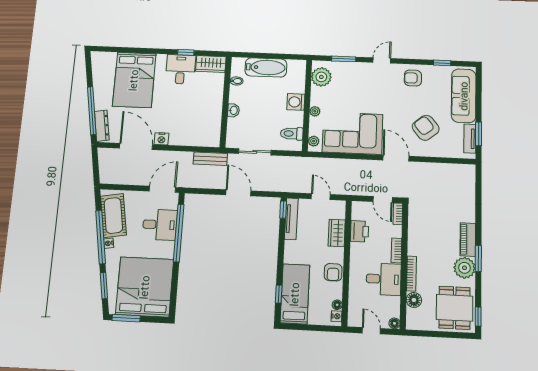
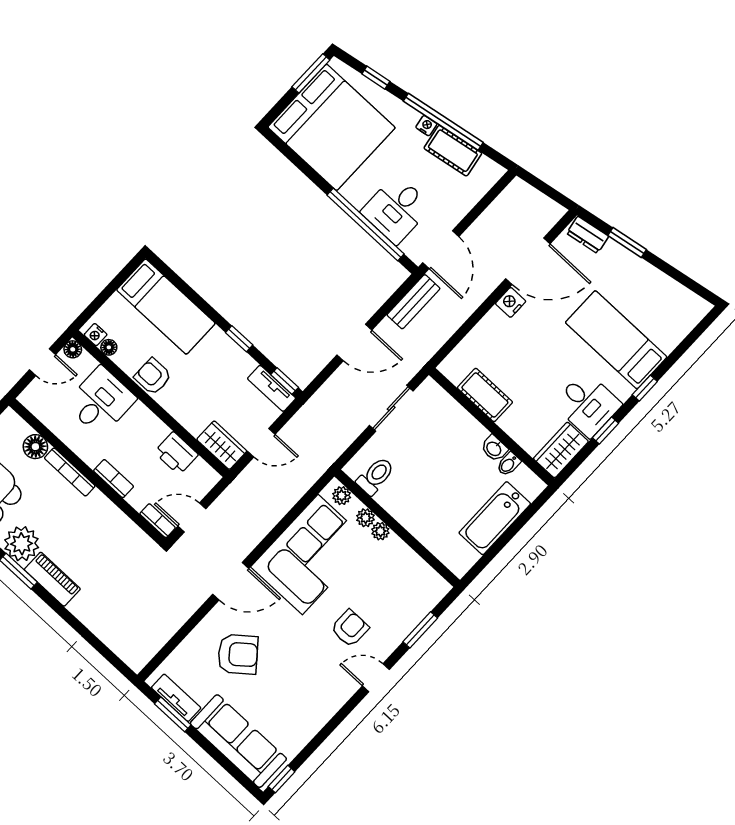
window: (153, 51) -> (645, 388), added
door: (382, 60) -> (376, 678), swing flipped
window: (442, 63) -> (282, 779), moved
plant: (321, 77) -> (366, 518), moved, width x0.53, depth x0.53
armchair: (413, 78) -> (350, 628), moved
bed: (134, 80) -> (616, 340), width x0.67
washing machine: (296, 102) -> (414, 517), removed
washbasin: (233, 110) -> (494, 448), moved
window: (92, 111) -> (627, 242), width x0.47
cot: (214, 116) -> (485, 395), added
dresser: (102, 126) -> (588, 235), width x0.70
bench: (210, 159) -> (413, 302), moved
cot: (113, 216) -> (453, 151), width x0.73, depth x0.75
tv unit: (291, 219) -> (272, 388), width x0.71
wardrobe: (337, 233) -> (222, 445), moved
desk: (384, 279) -> (101, 401), moved, turned 180
window: (104, 286) -> (376, 78), width x0.67
window: (279, 294) -> (239, 339), moved
floor lamp: (394, 323) -> (73, 349), moved

